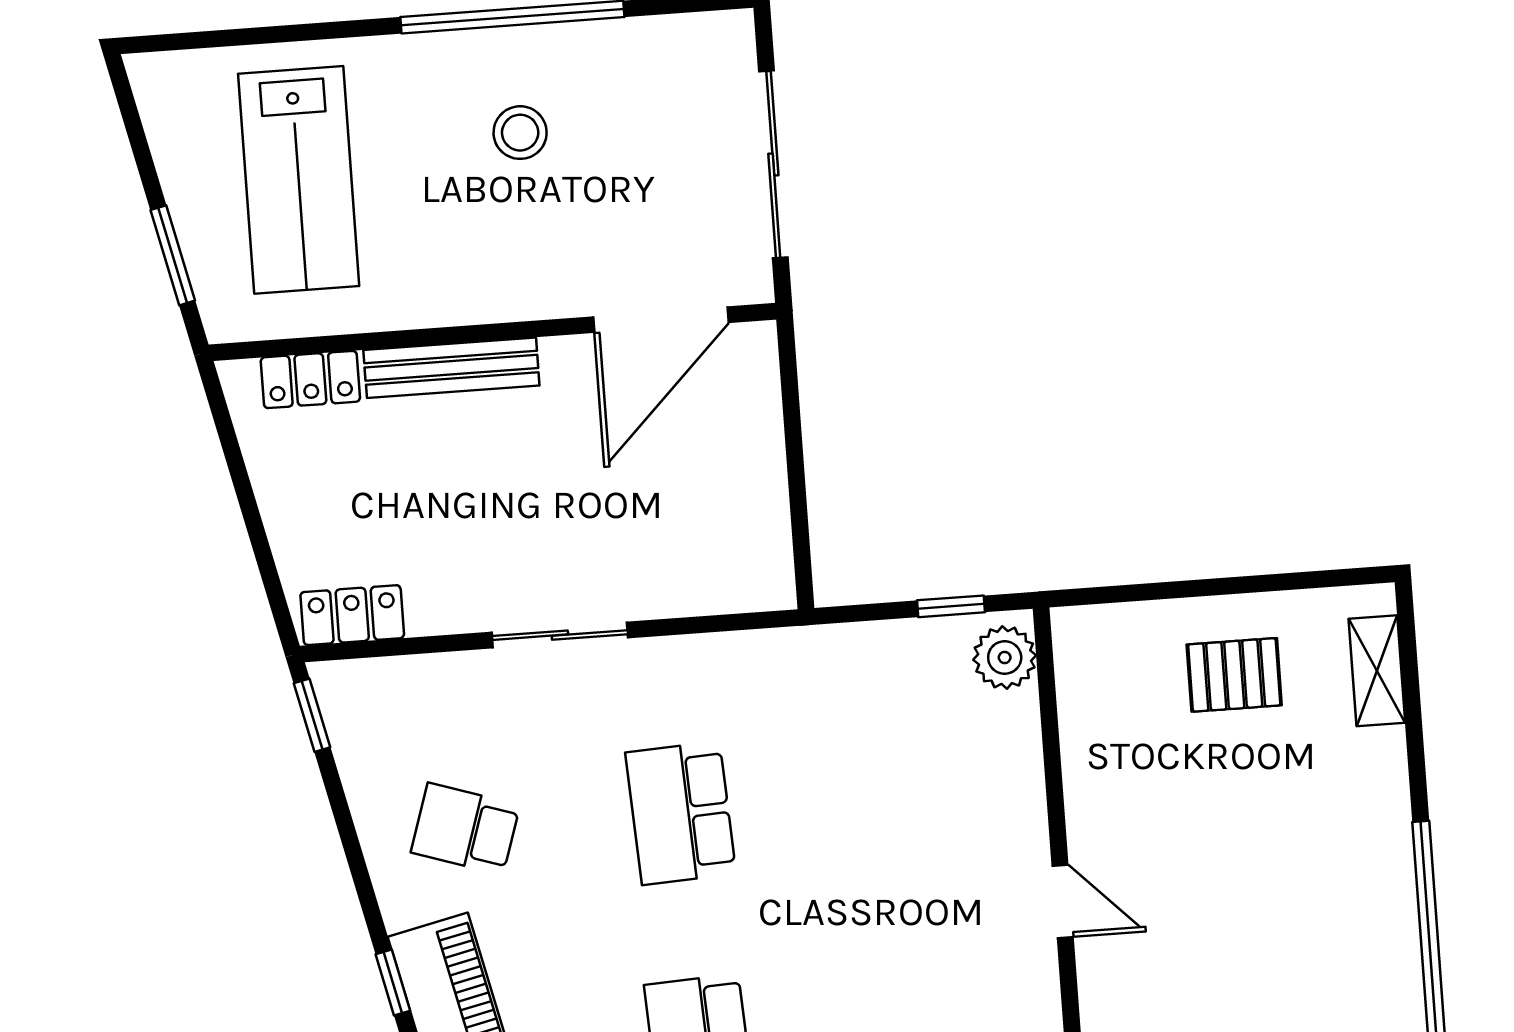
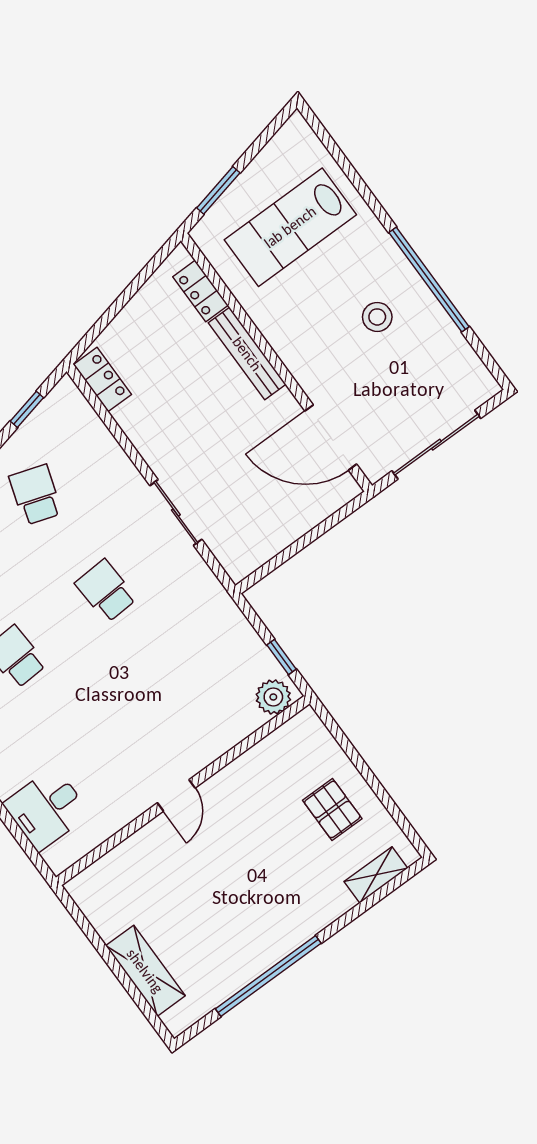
sliding door: (560, 635) -> (176, 512), moved
window: (312, 715) -> (27, 409), moved
school desk: (681, 813) -> (106, 591), width x0.54

